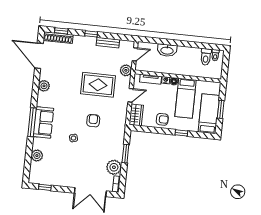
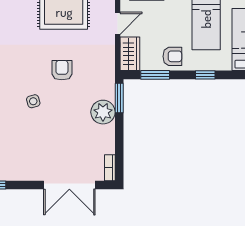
window: (150, 130) -> (155, 75), added
window: (125, 154) -> (119, 98), moved
plant: (114, 167) -> (103, 112), moved

